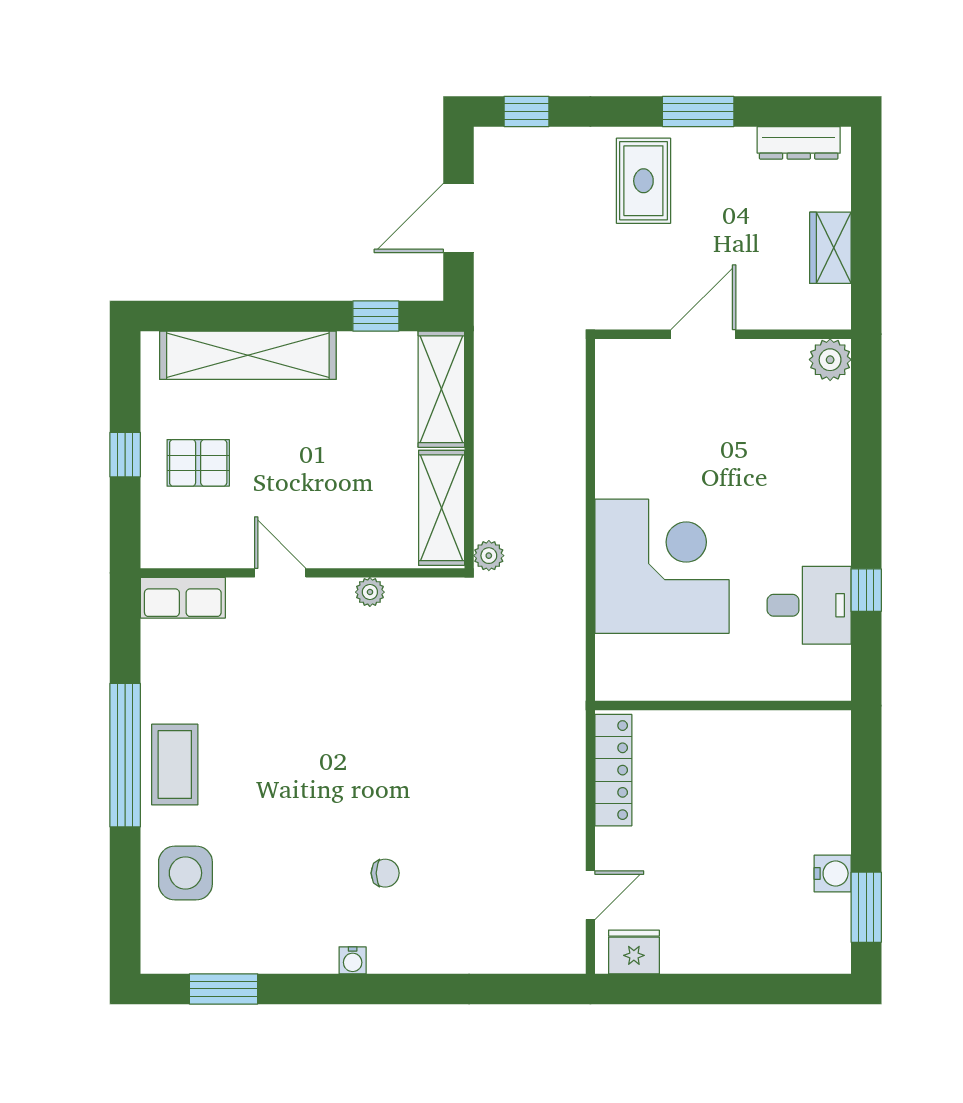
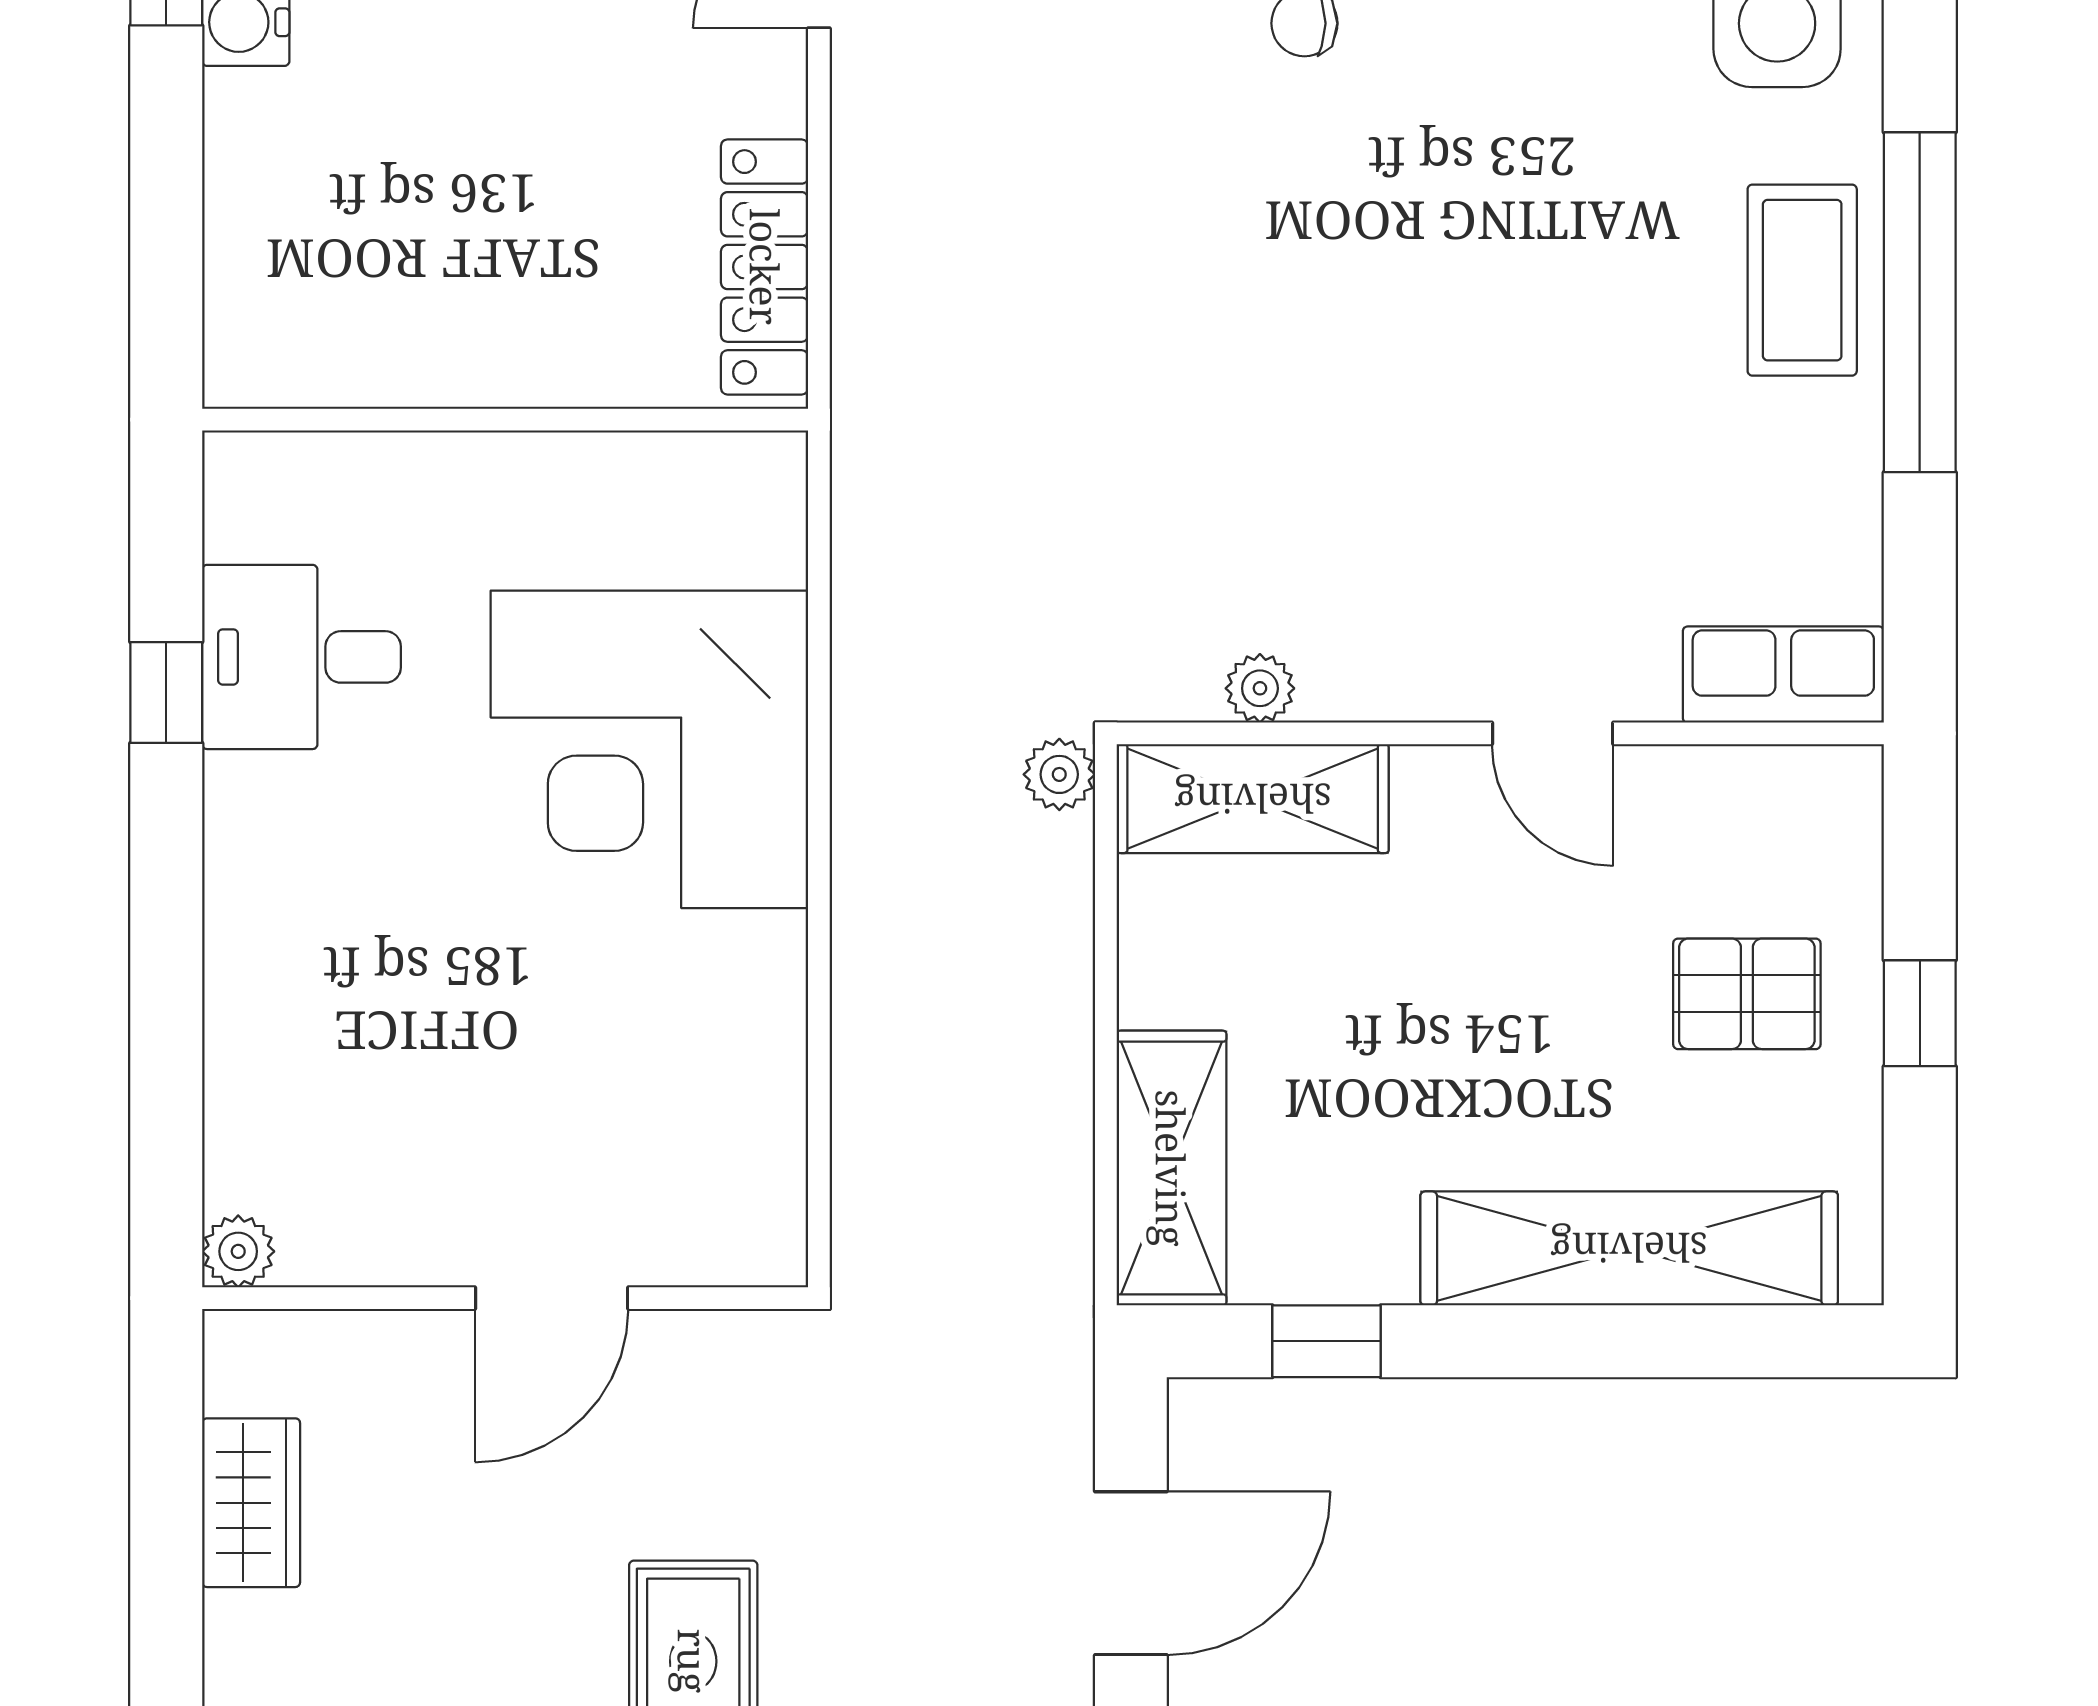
plant: (830, 360) -> (238, 1251), width x0.73, depth x0.73
shelving: (442, 508) -> (1253, 799), moved, turned 90
plant: (370, 592) -> (1260, 688), moved

